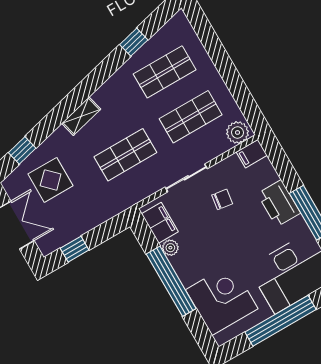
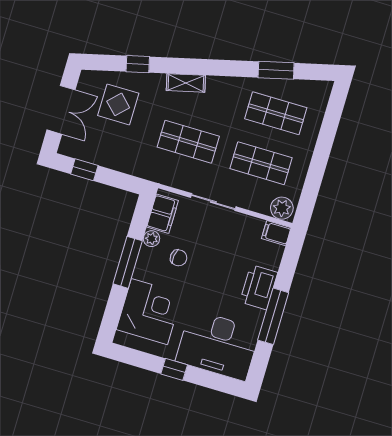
window: (134, 42) -> (276, 70), width x1.50
window: (22, 150) -> (138, 64), moved
chair: (222, 199) -> (179, 258), moved
window: (171, 281) -> (128, 262), width x0.68
window: (280, 321) -> (174, 369), width x0.32

